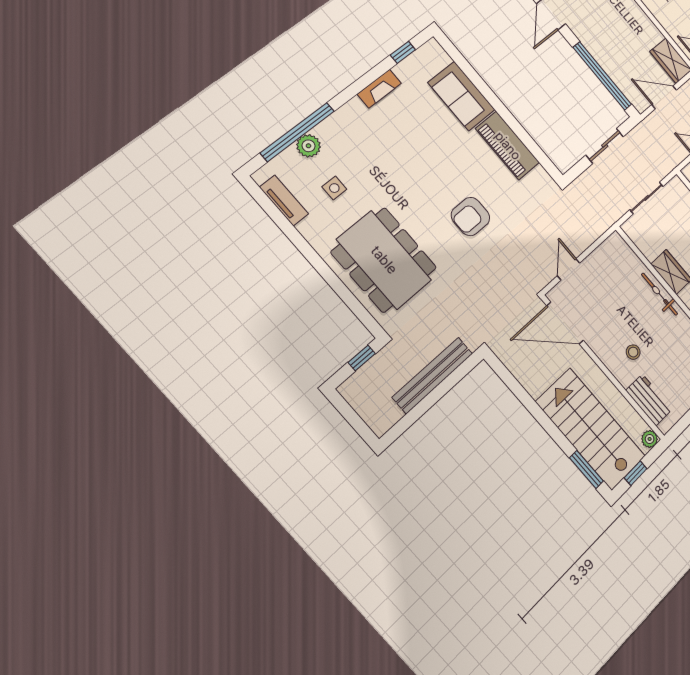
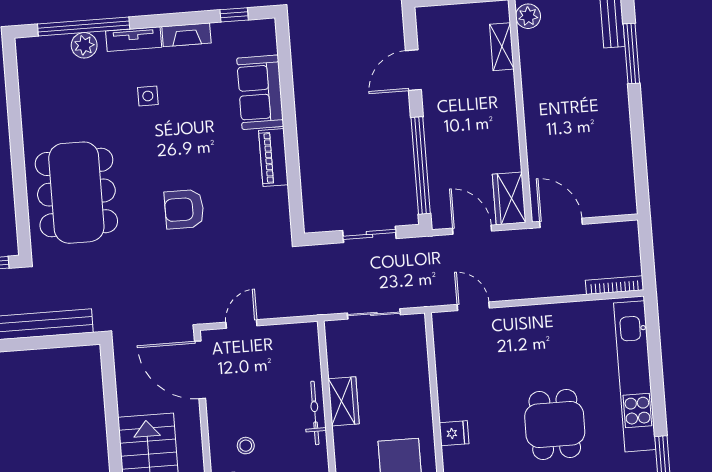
piano: (508, 146) -> (273, 158), width x0.73, depth x0.75
side table: (334, 188) -> (148, 96), moved
tv unit: (284, 201) -> (134, 39), moved, turned 90

